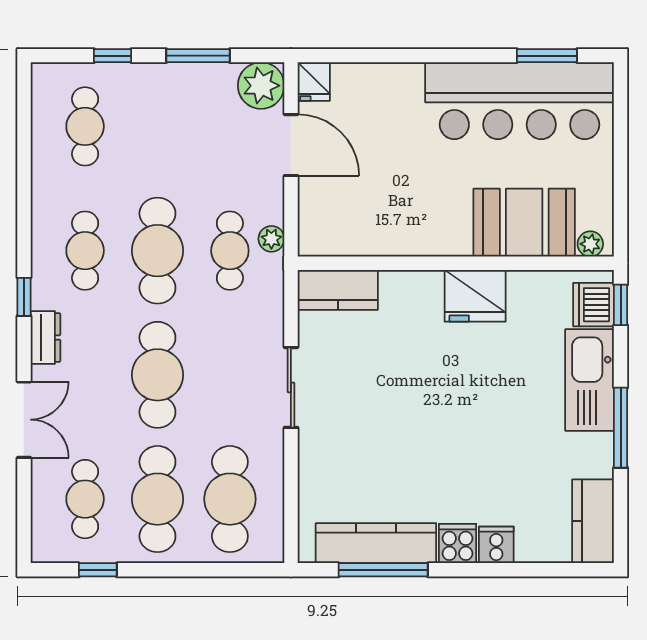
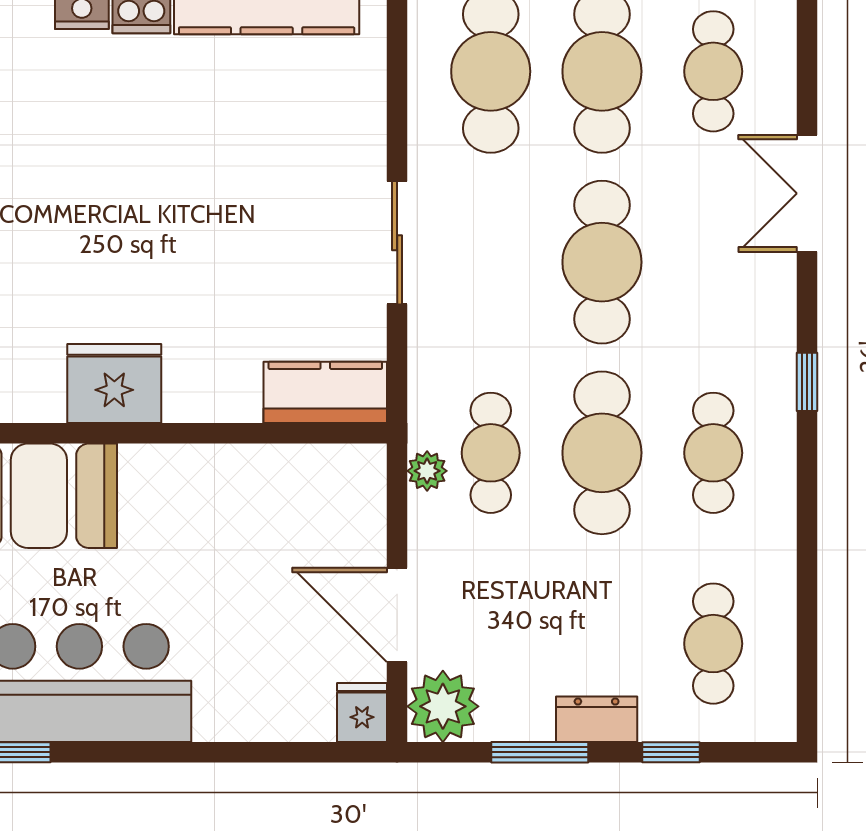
dresser: (45, 337) -> (597, 719), moved, turned 90

